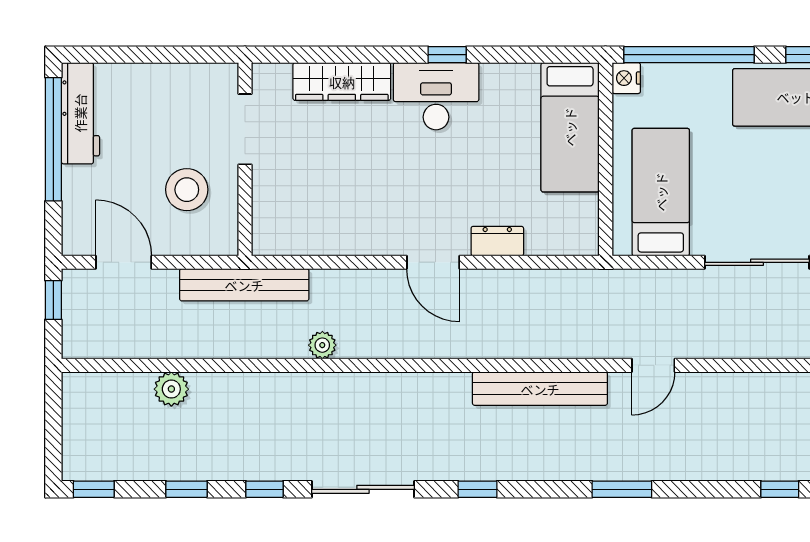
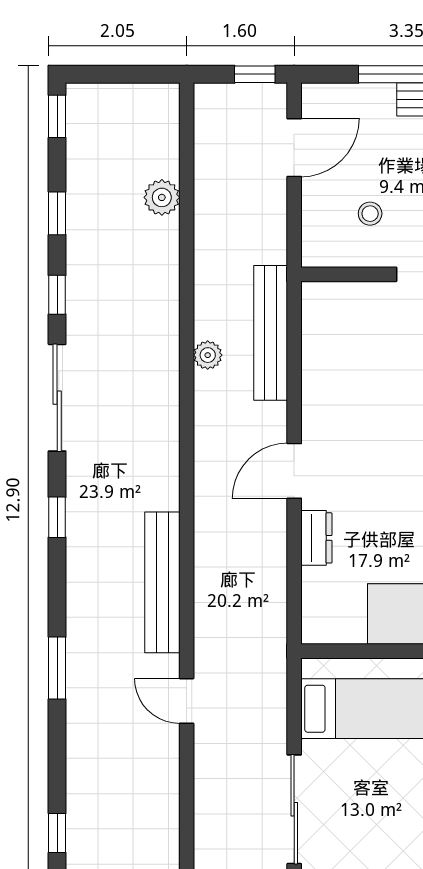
stool: (187, 190) -> (370, 214), width x0.53, depth x0.53
bench: (244, 285) -> (271, 333), moved

